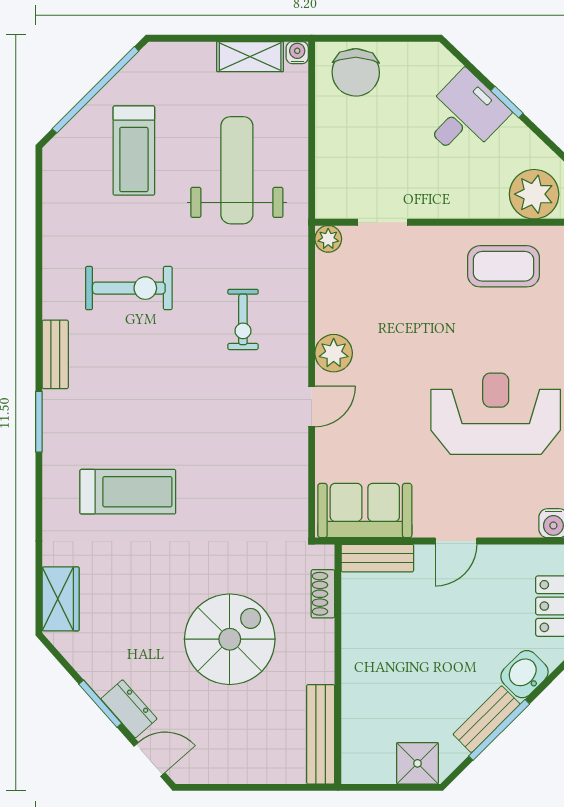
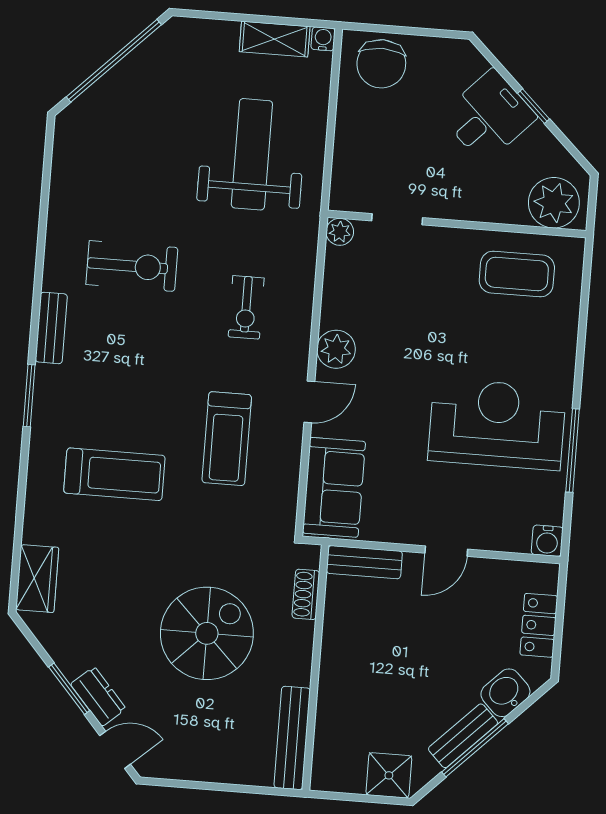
treadmill: (134, 151) -> (227, 439), moved
sofa: (365, 511) -> (334, 487), moved, turned 90

